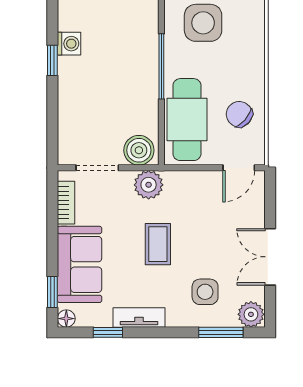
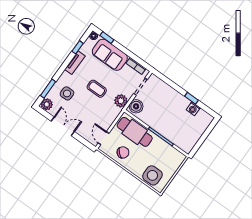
side table: (203, 23) -> (152, 175), moved

